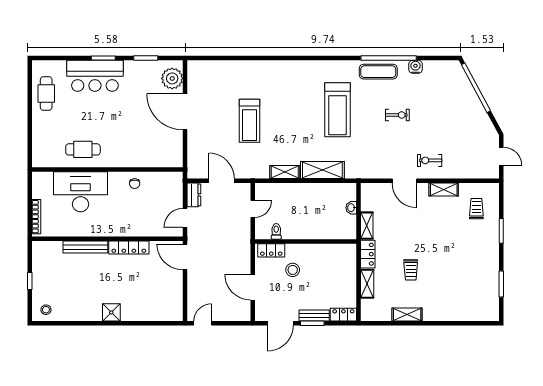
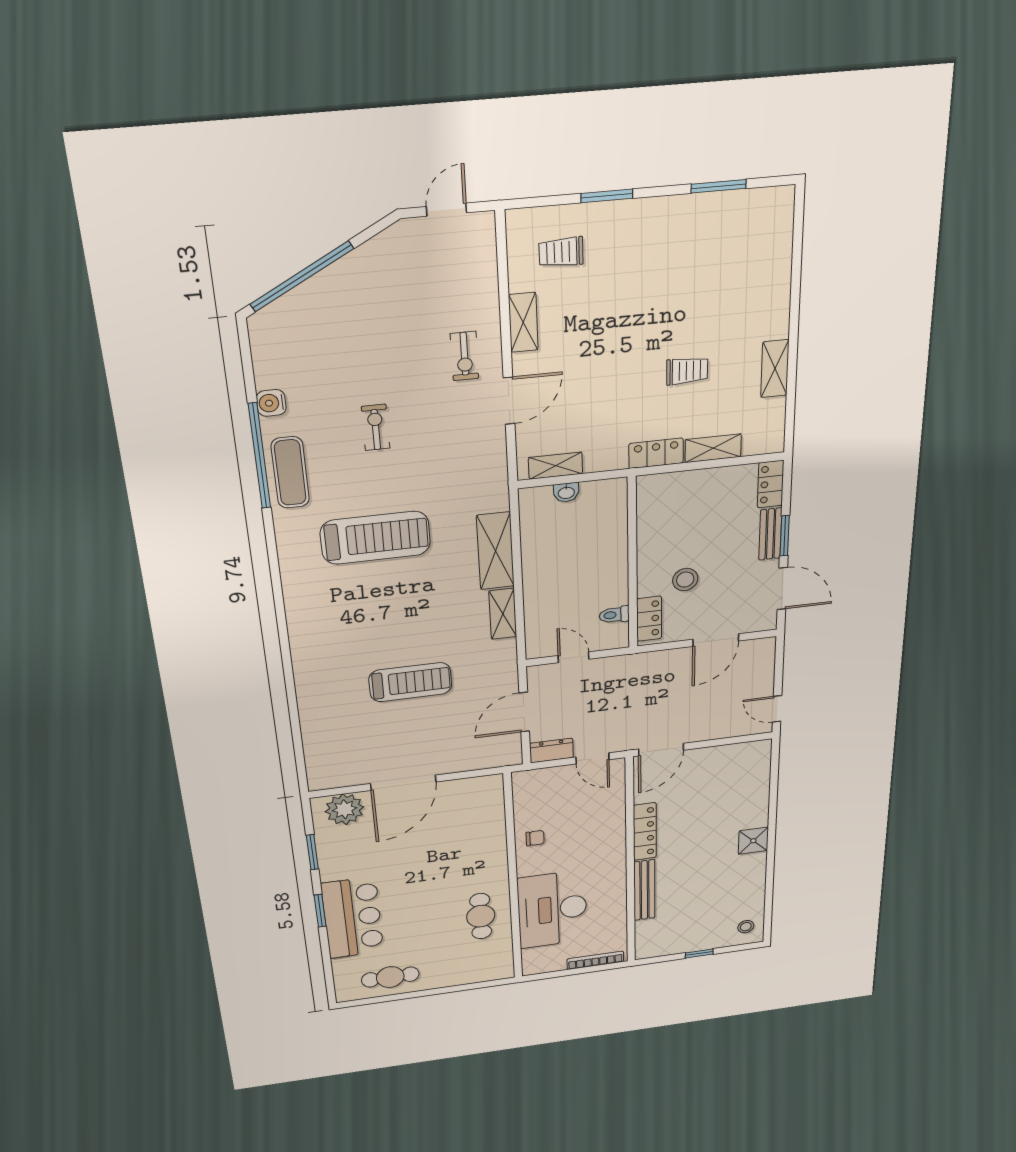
shelving: (367, 226) -> (556, 466), moved

